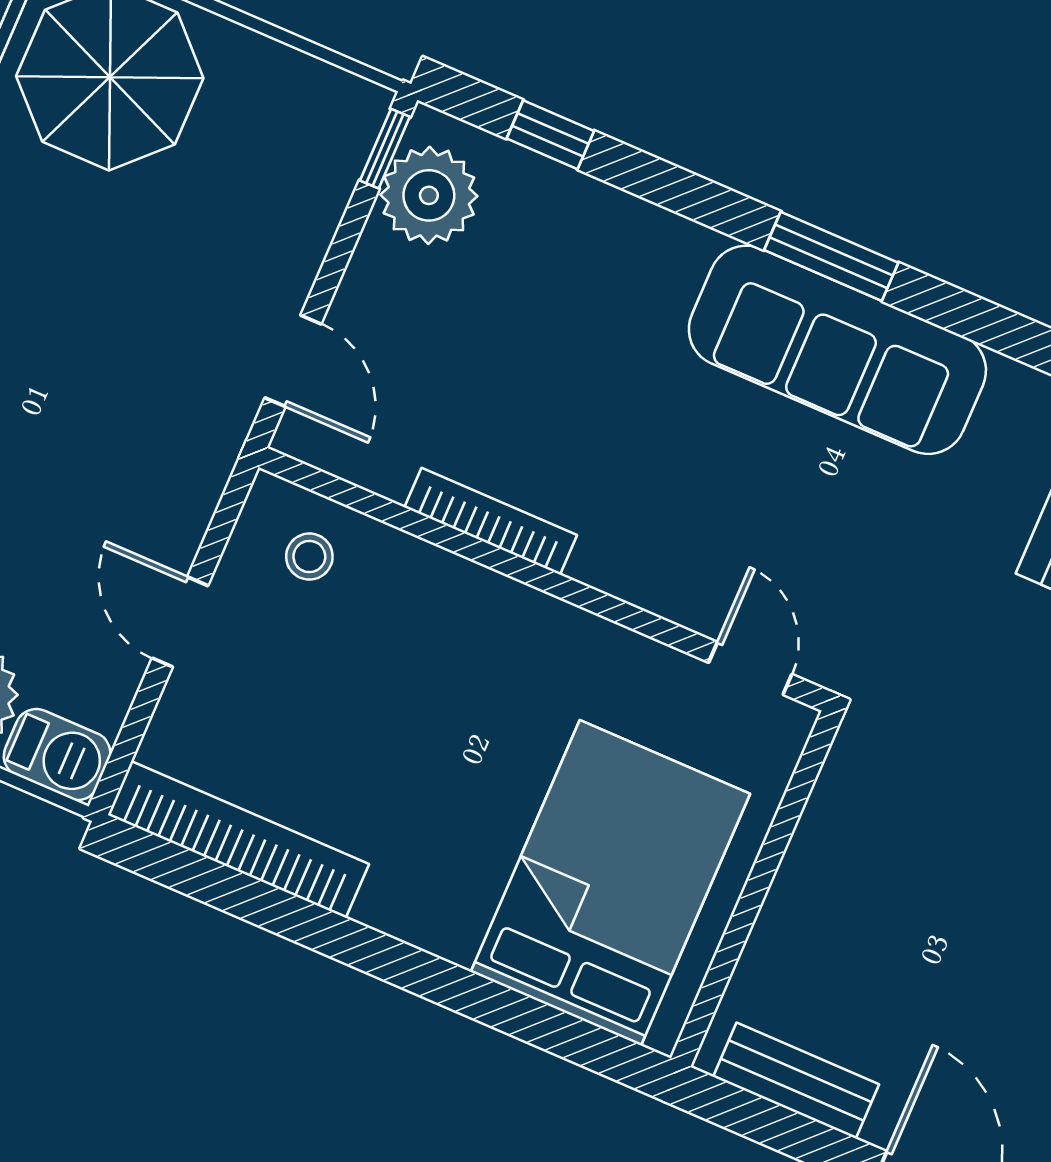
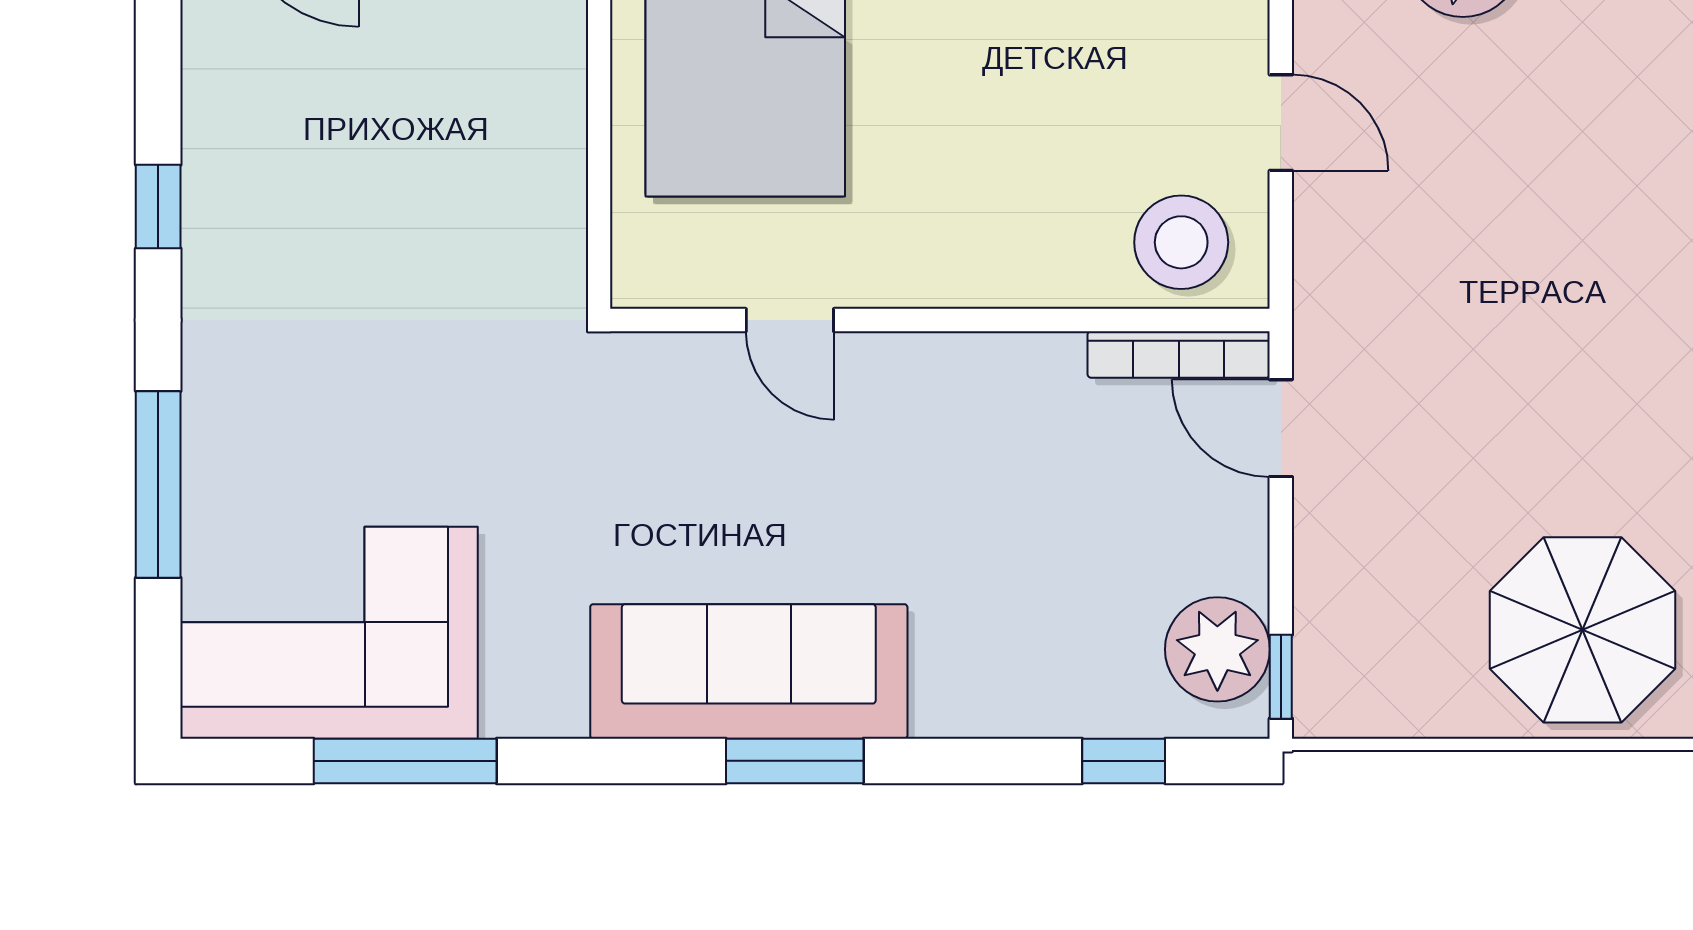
bookcase: (491, 521) -> (1179, 354), moved
stool: (309, 557) -> (1181, 242), width x1.89, depth x1.89
door: (750, 668) -> (790, 320), moved

